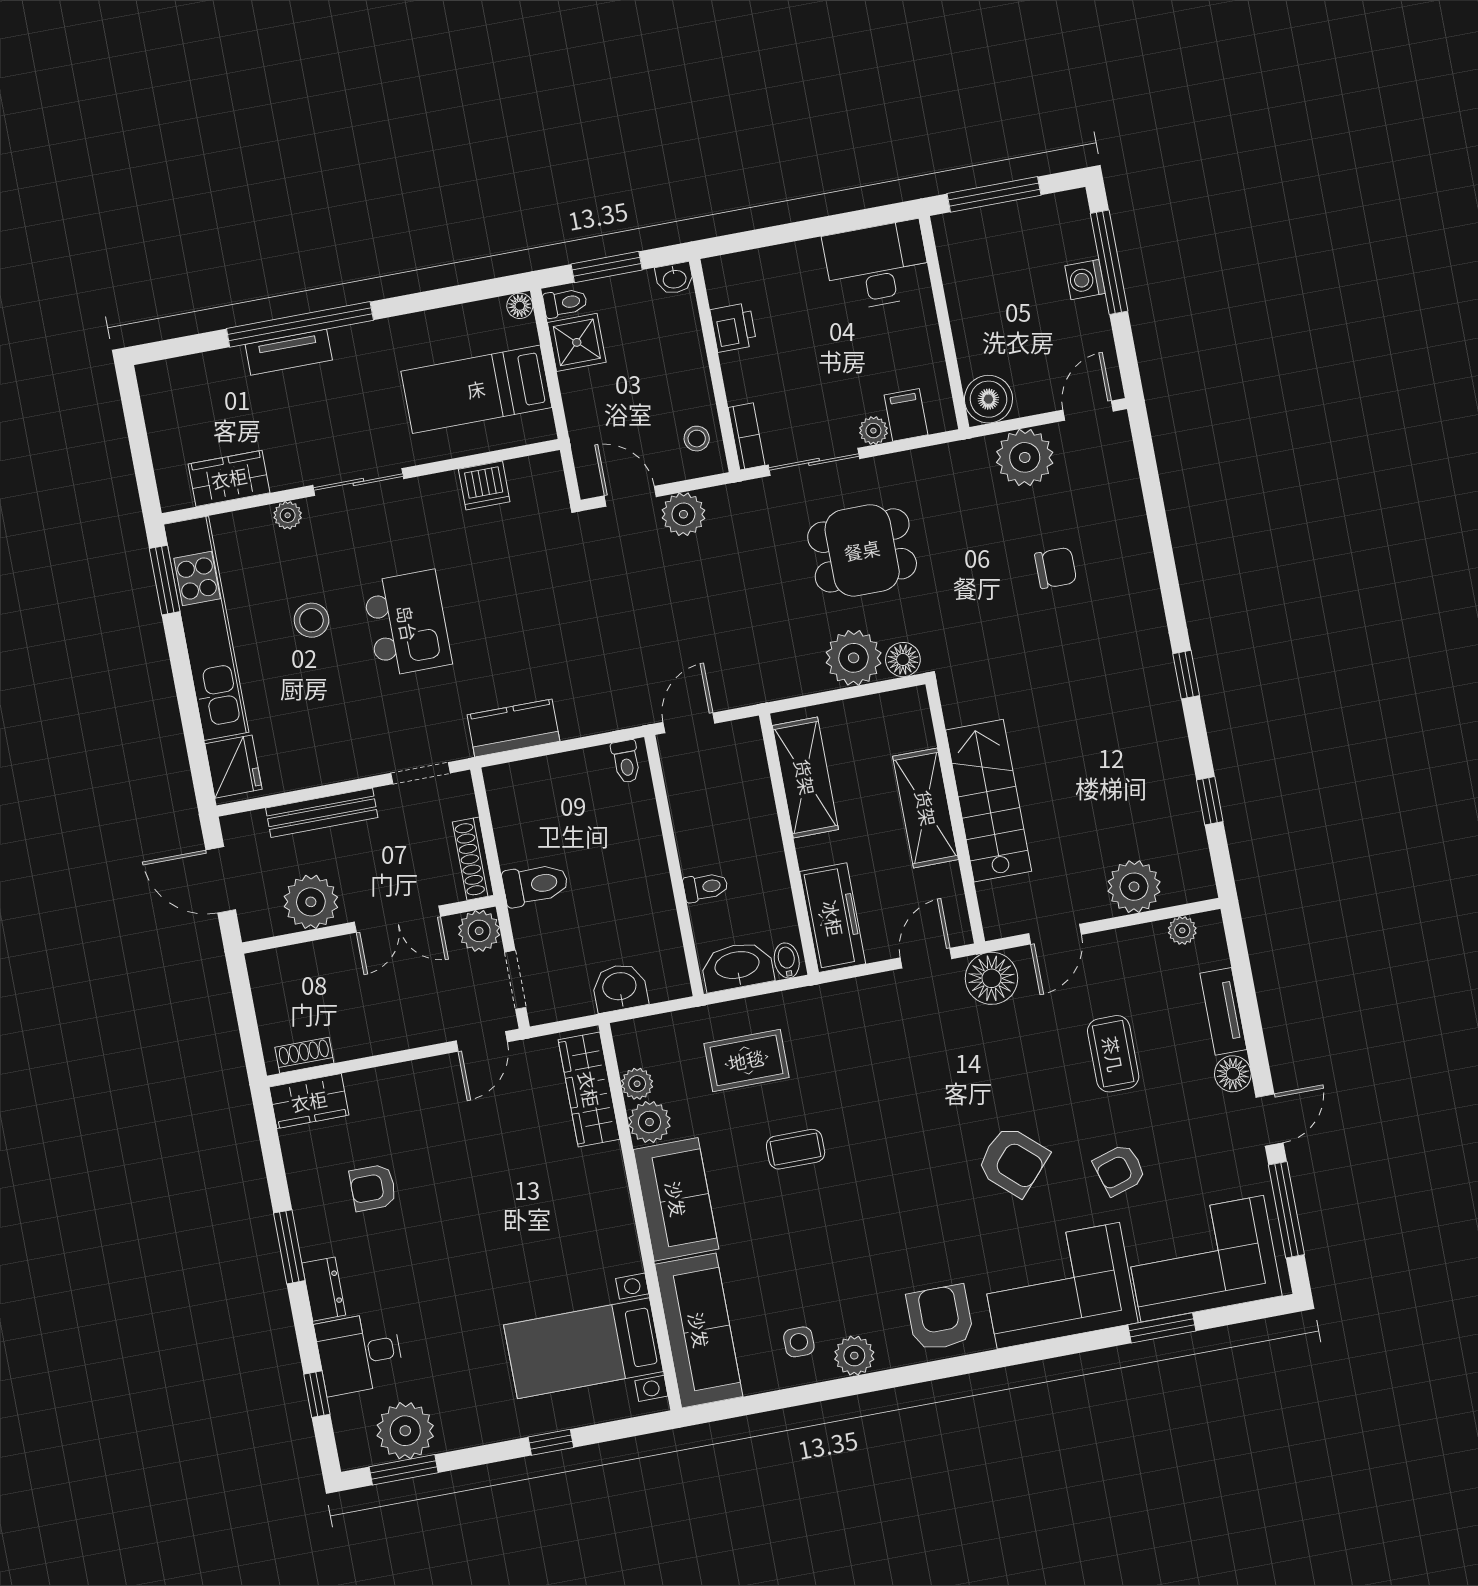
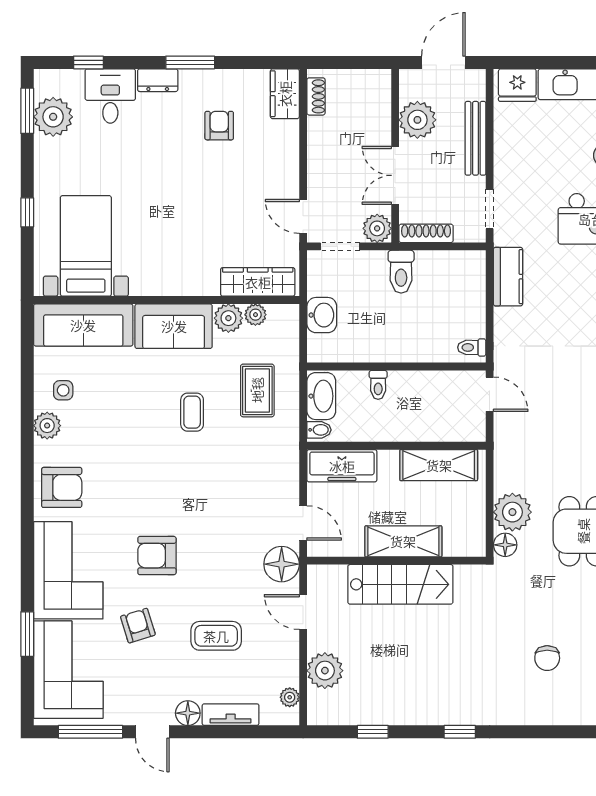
armchair: (1013, 1161) -> (157, 556), turned 48

